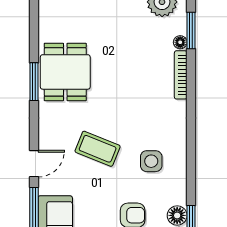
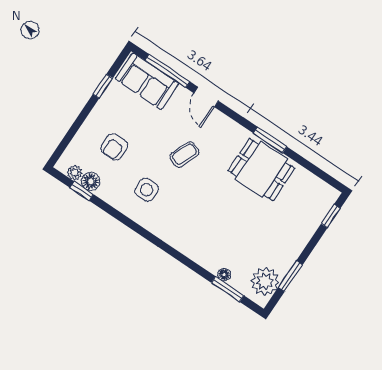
bookcase: (181, 75) -> (198, 258), removed
coffee table: (98, 149) -> (184, 154), width x0.73, depth x0.77

